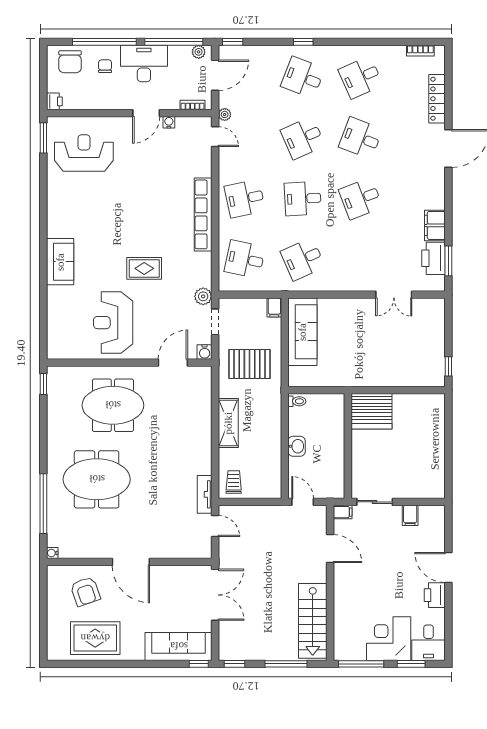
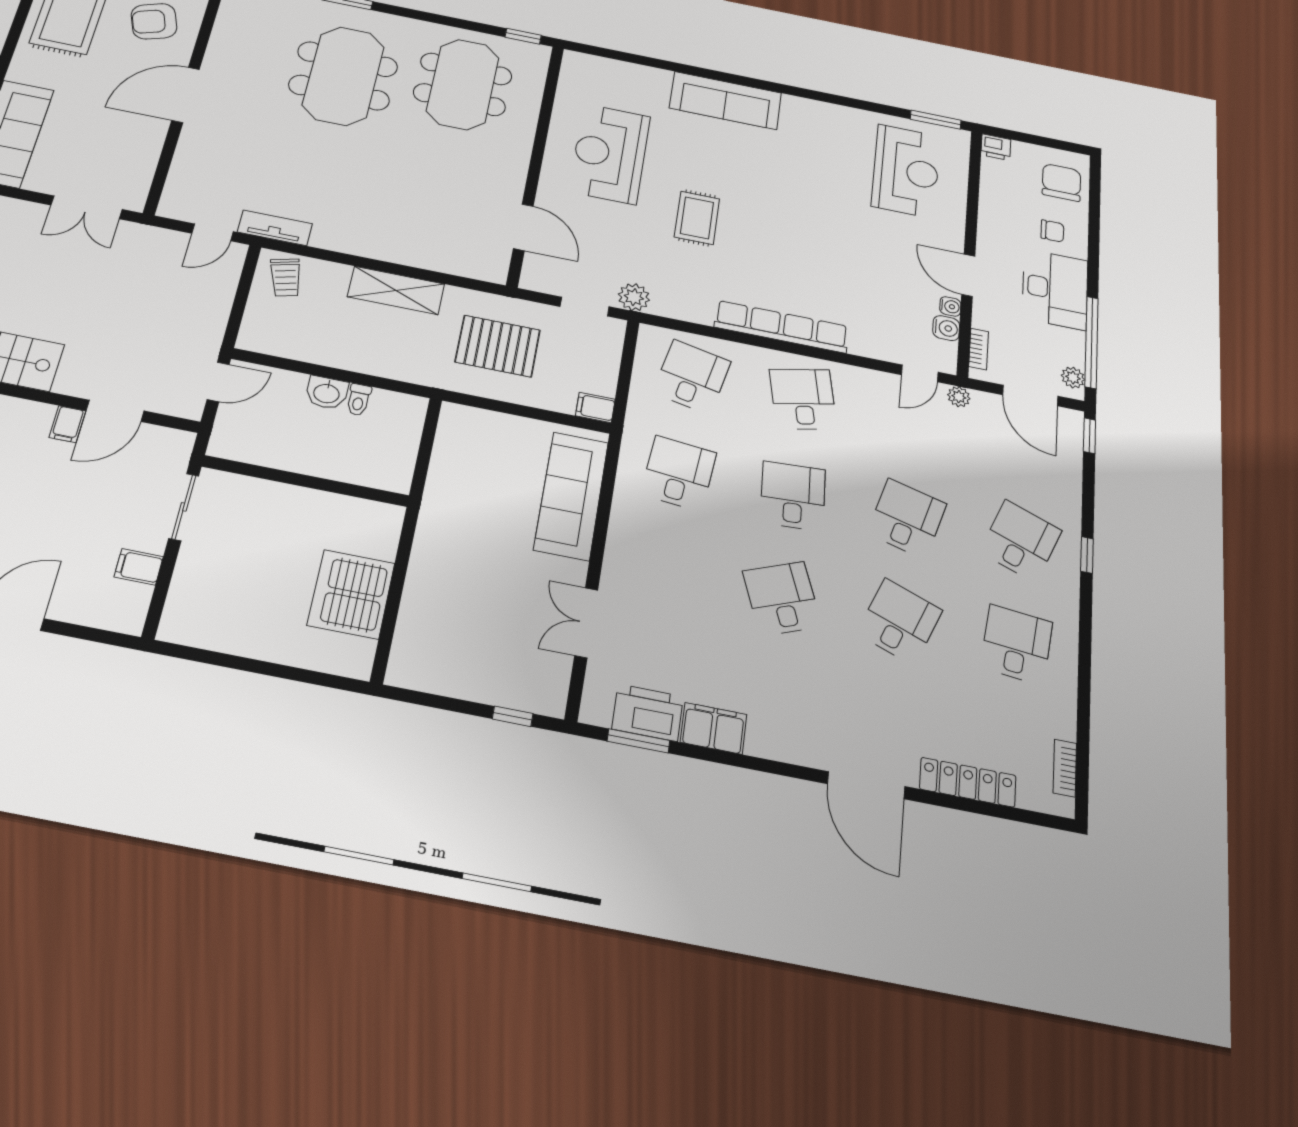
window: (104, 42) -> (1094, 238), removed
chair: (70, 62) -> (1061, 182), turned 90
desk: (361, 77) -> (1016, 645), turned 30
desk: (303, 138) -> (907, 519), turned 39
desk: (303, 259) -> (679, 473), turned 30
sofa: (60, 262) -> (725, 101), width x1.36
reception desk: (113, 323) -> (610, 154), turned -90
sofa: (302, 332) -> (571, 496), moved, turned 90
water cooler: (205, 352) -> (946, 328), moved, turned 180
pallet: (250, 364) -> (498, 346), turned 90
window: (448, 366) -> (513, 716), moved
toilet: (297, 401) -> (359, 400), moved
meeting table: (113, 405) -> (463, 84), moved
server rack: (372, 411) -> (351, 594), moved
trolley: (234, 482) -> (286, 278), turned 75
filing cabinet: (343, 512) -> (67, 424), moved
double door: (215, 595) -> (87, 207), width x0.73

